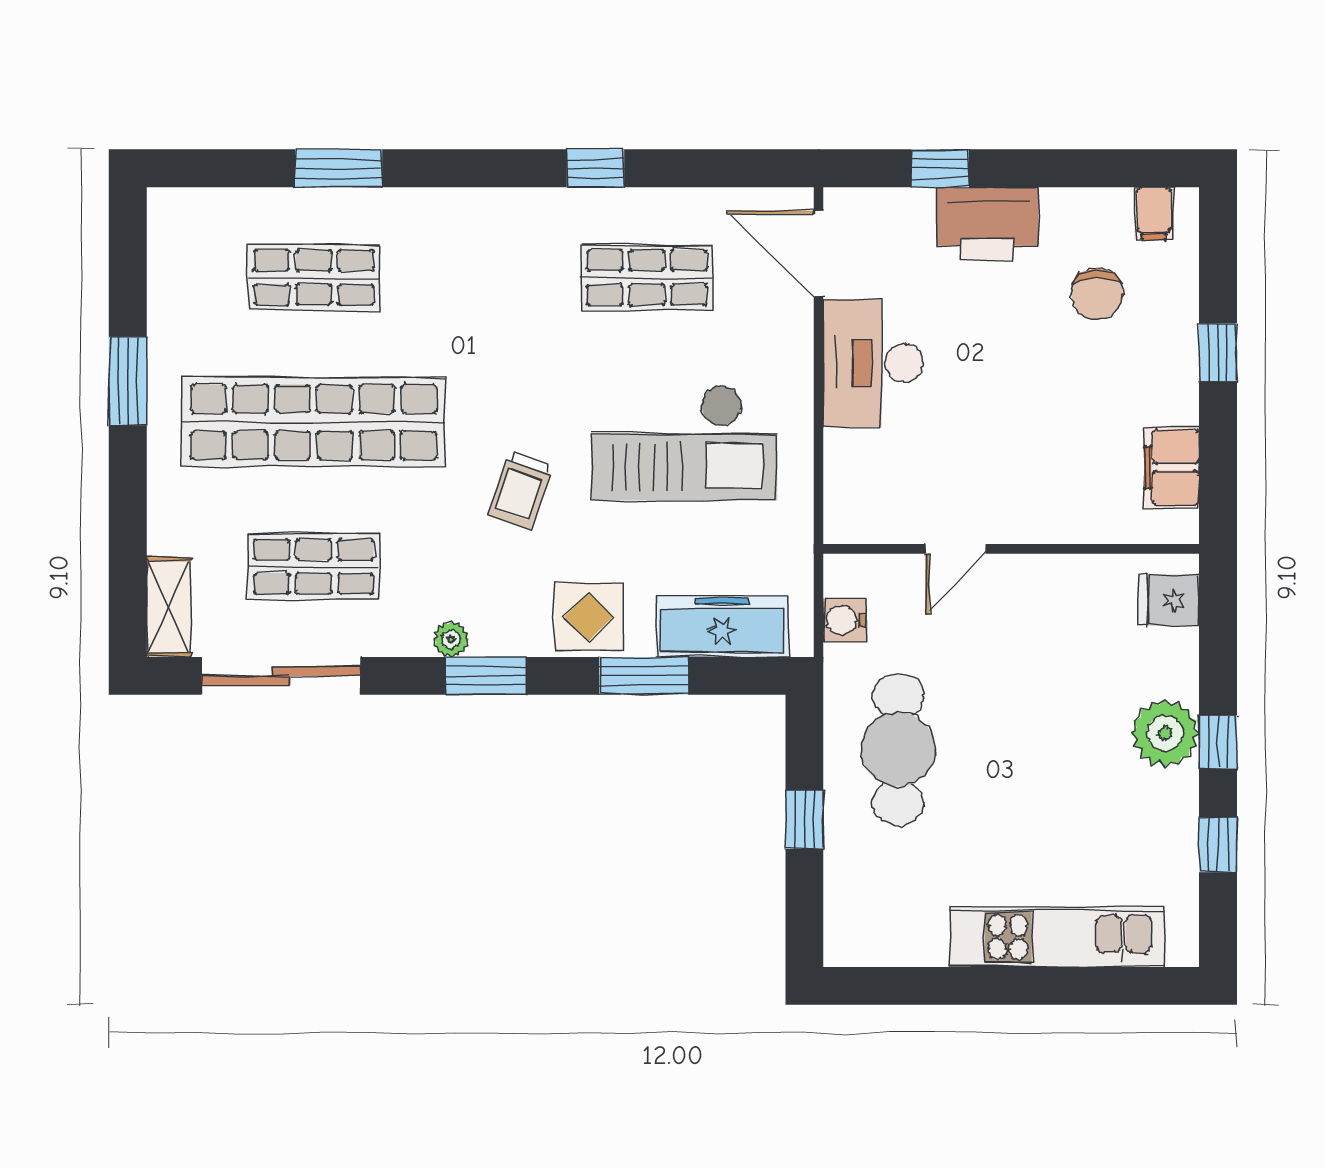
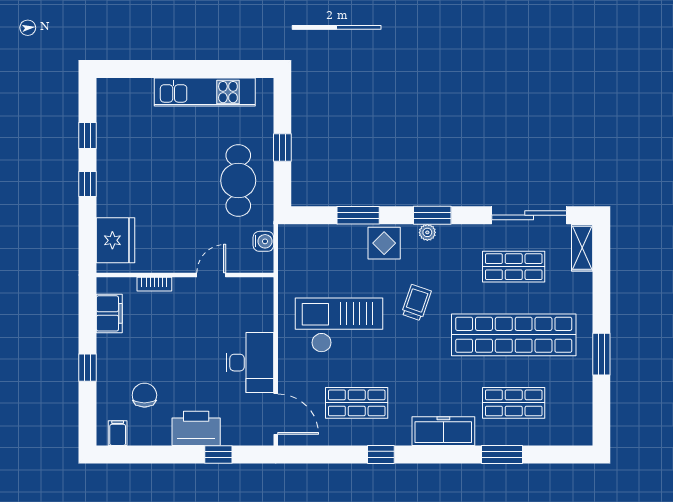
bookcase: (1076, 530) -> (154, 284), added
fridge: (1169, 600) -> (116, 240), width x1.88, depth x1.34
freezer: (722, 626) -> (443, 431), moved, turned 180
plant: (451, 639) -> (427, 232), moved
plant: (1165, 733) -> (112, 188), removed
kitchen unit: (1057, 937) -> (205, 92), moved

